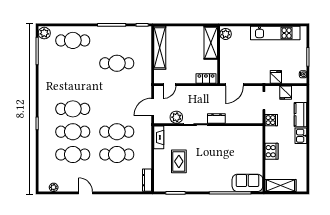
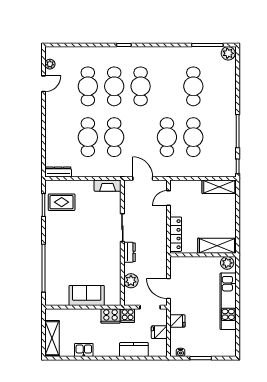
kitchen unit: (275, 33) -> (228, 301), moved
cafe table: (73, 40) -> (193, 86), moved
shelving: (160, 48) -> (219, 187), width x0.68
locker: (206, 78) -> (176, 234), width x1.53
door: (170, 85) -> (168, 198), hinge flipped
door: (234, 85) -> (168, 289), moved
cafe table: (117, 86) -> (167, 137), added
plant: (176, 117) -> (131, 281), moved
kitchen sink: (301, 136) -> (84, 350), moved
cooker: (271, 151) -> (111, 316), moved
rug: (179, 161) -> (62, 202), moved
sofa: (247, 183) -> (87, 295), moved, turned -90
shelving: (280, 185) -> (52, 338), moved
door: (86, 193) -> (43, 84), moved

